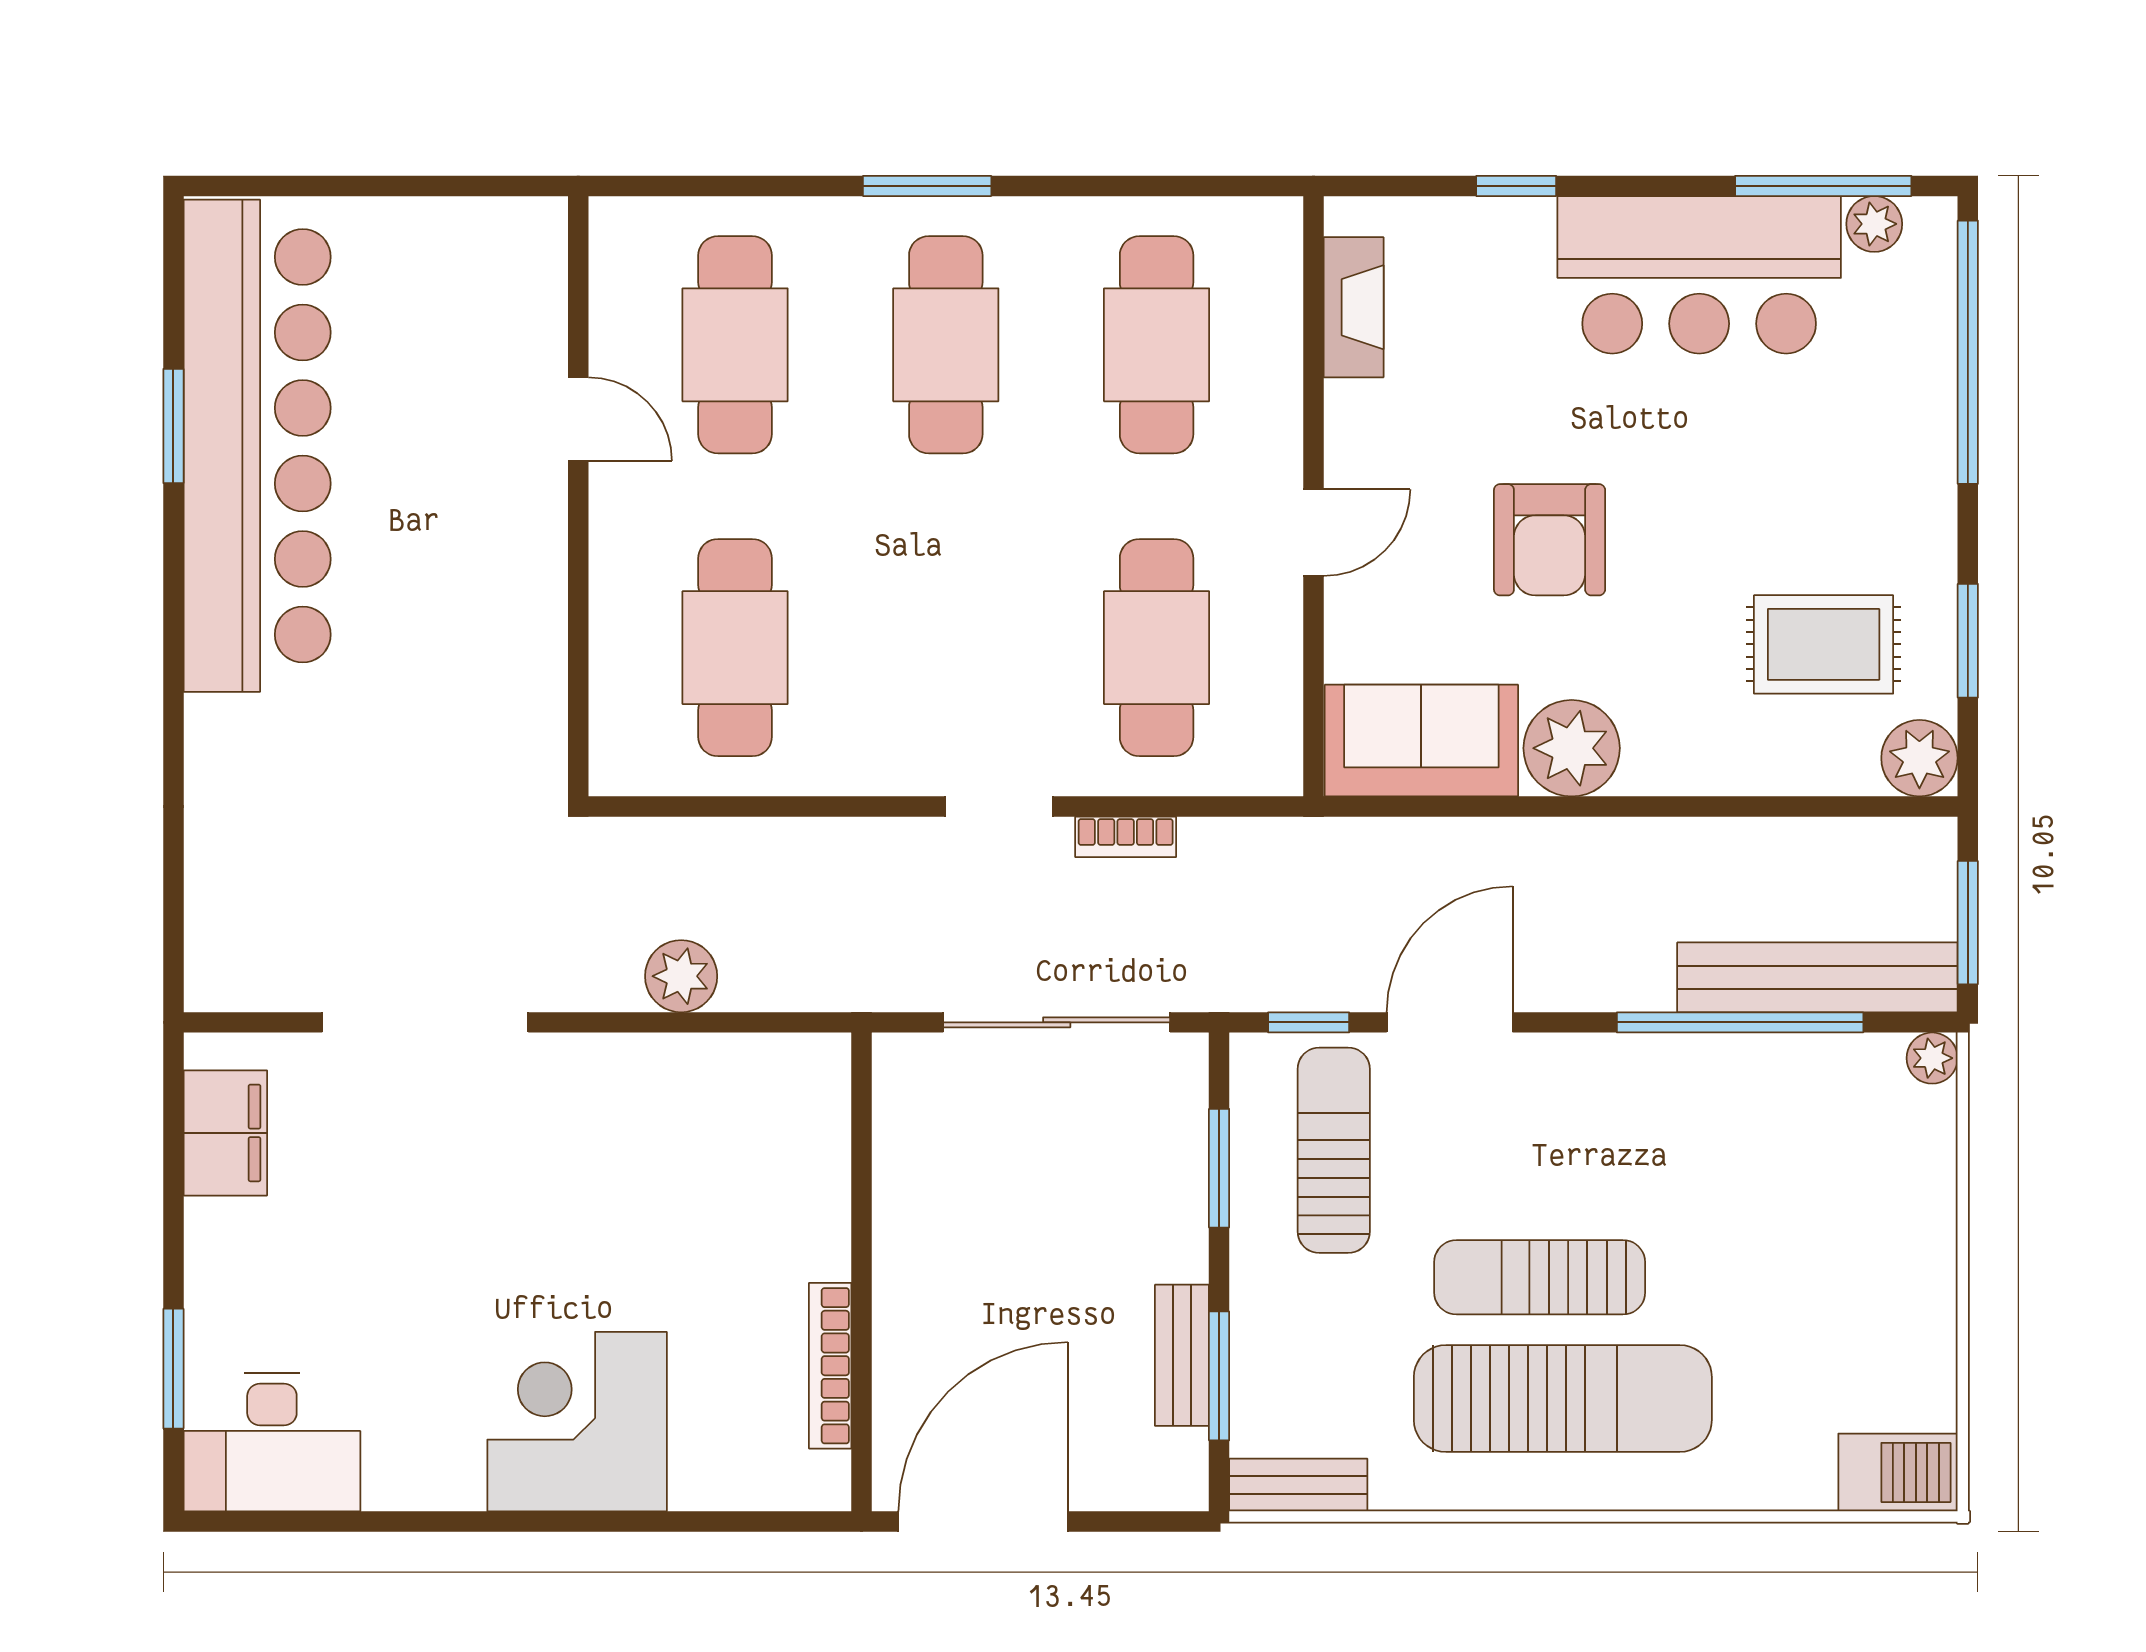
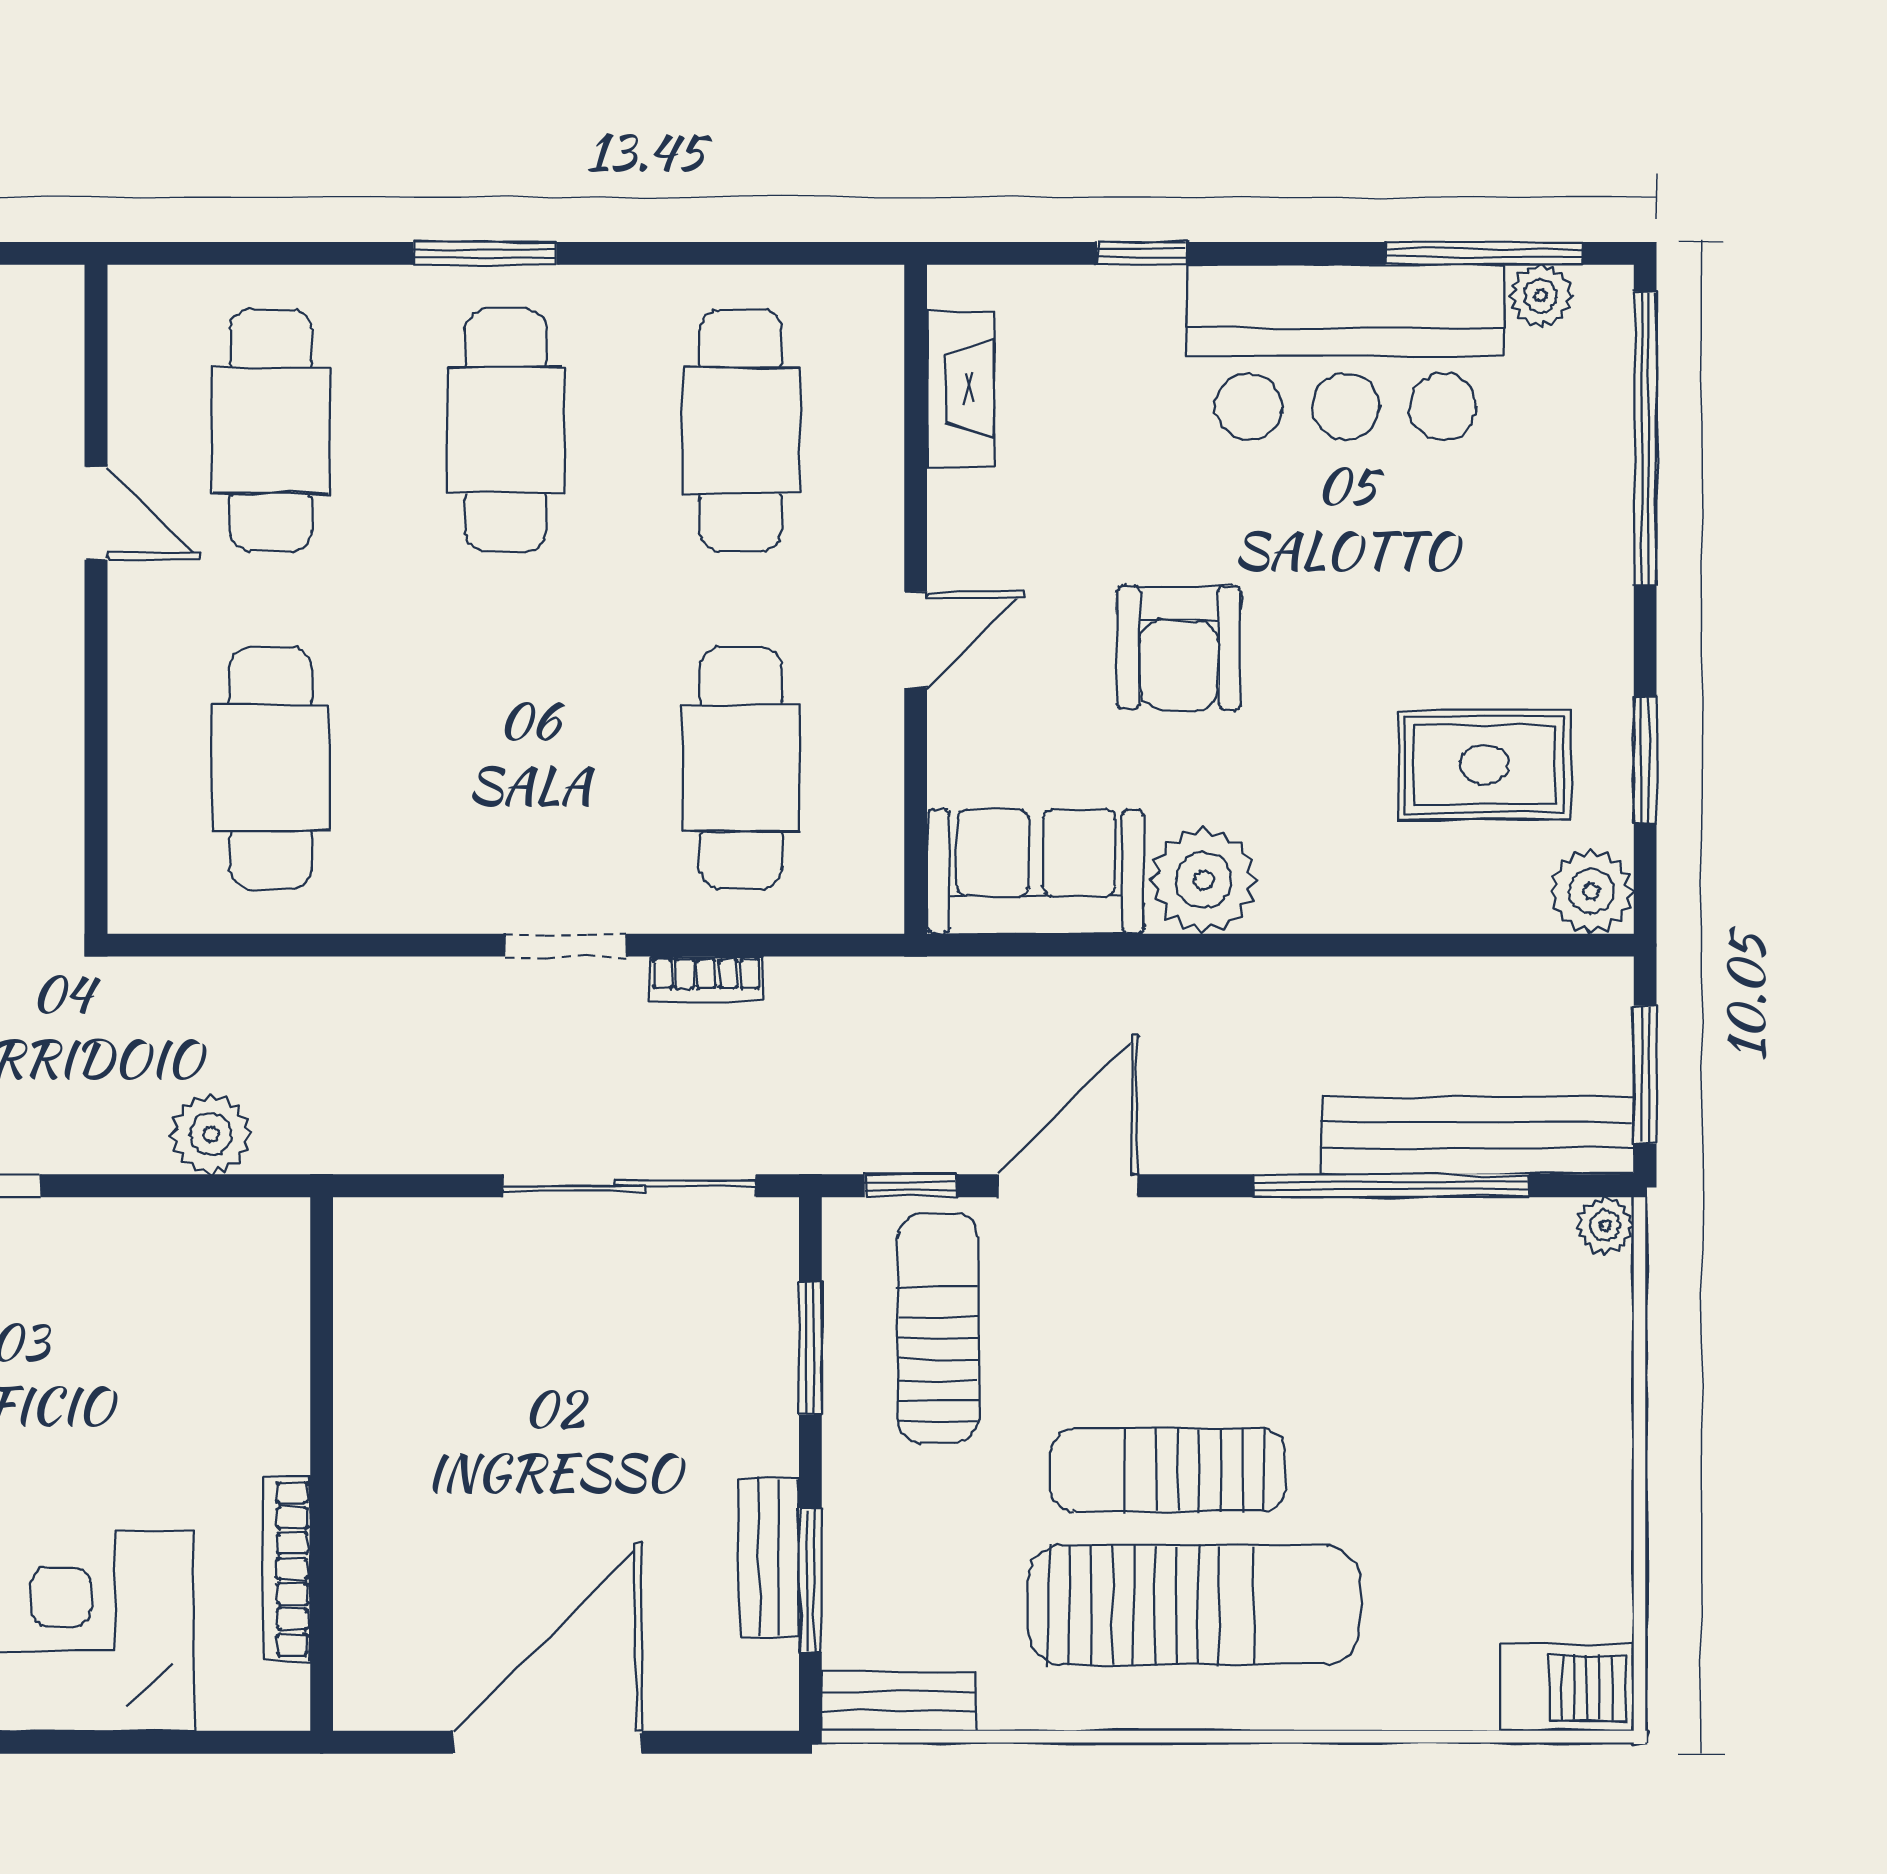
wall: (862, 1272) -> (322, 1464), moved
bookcase: (830, 1366) -> (287, 1569), moved

